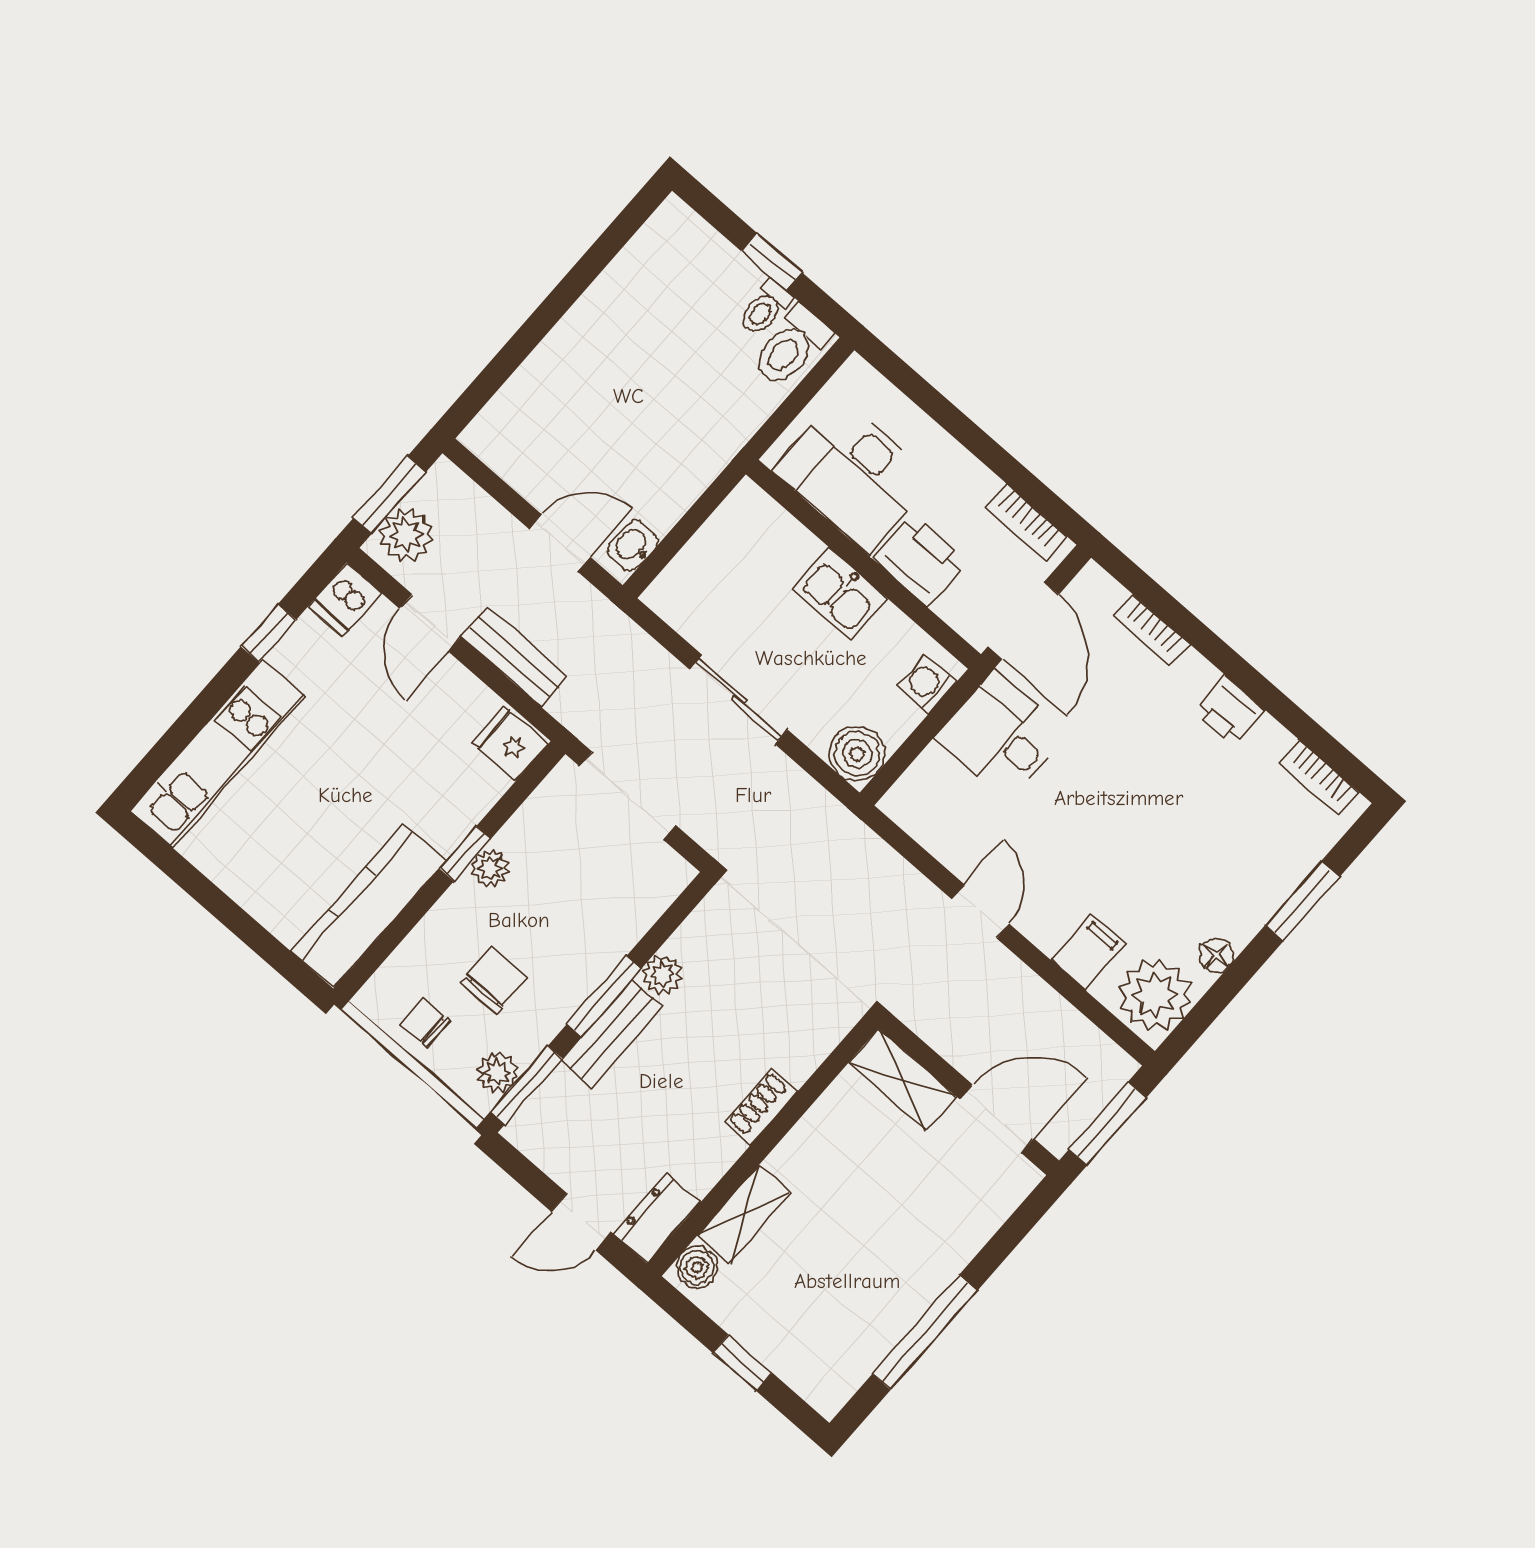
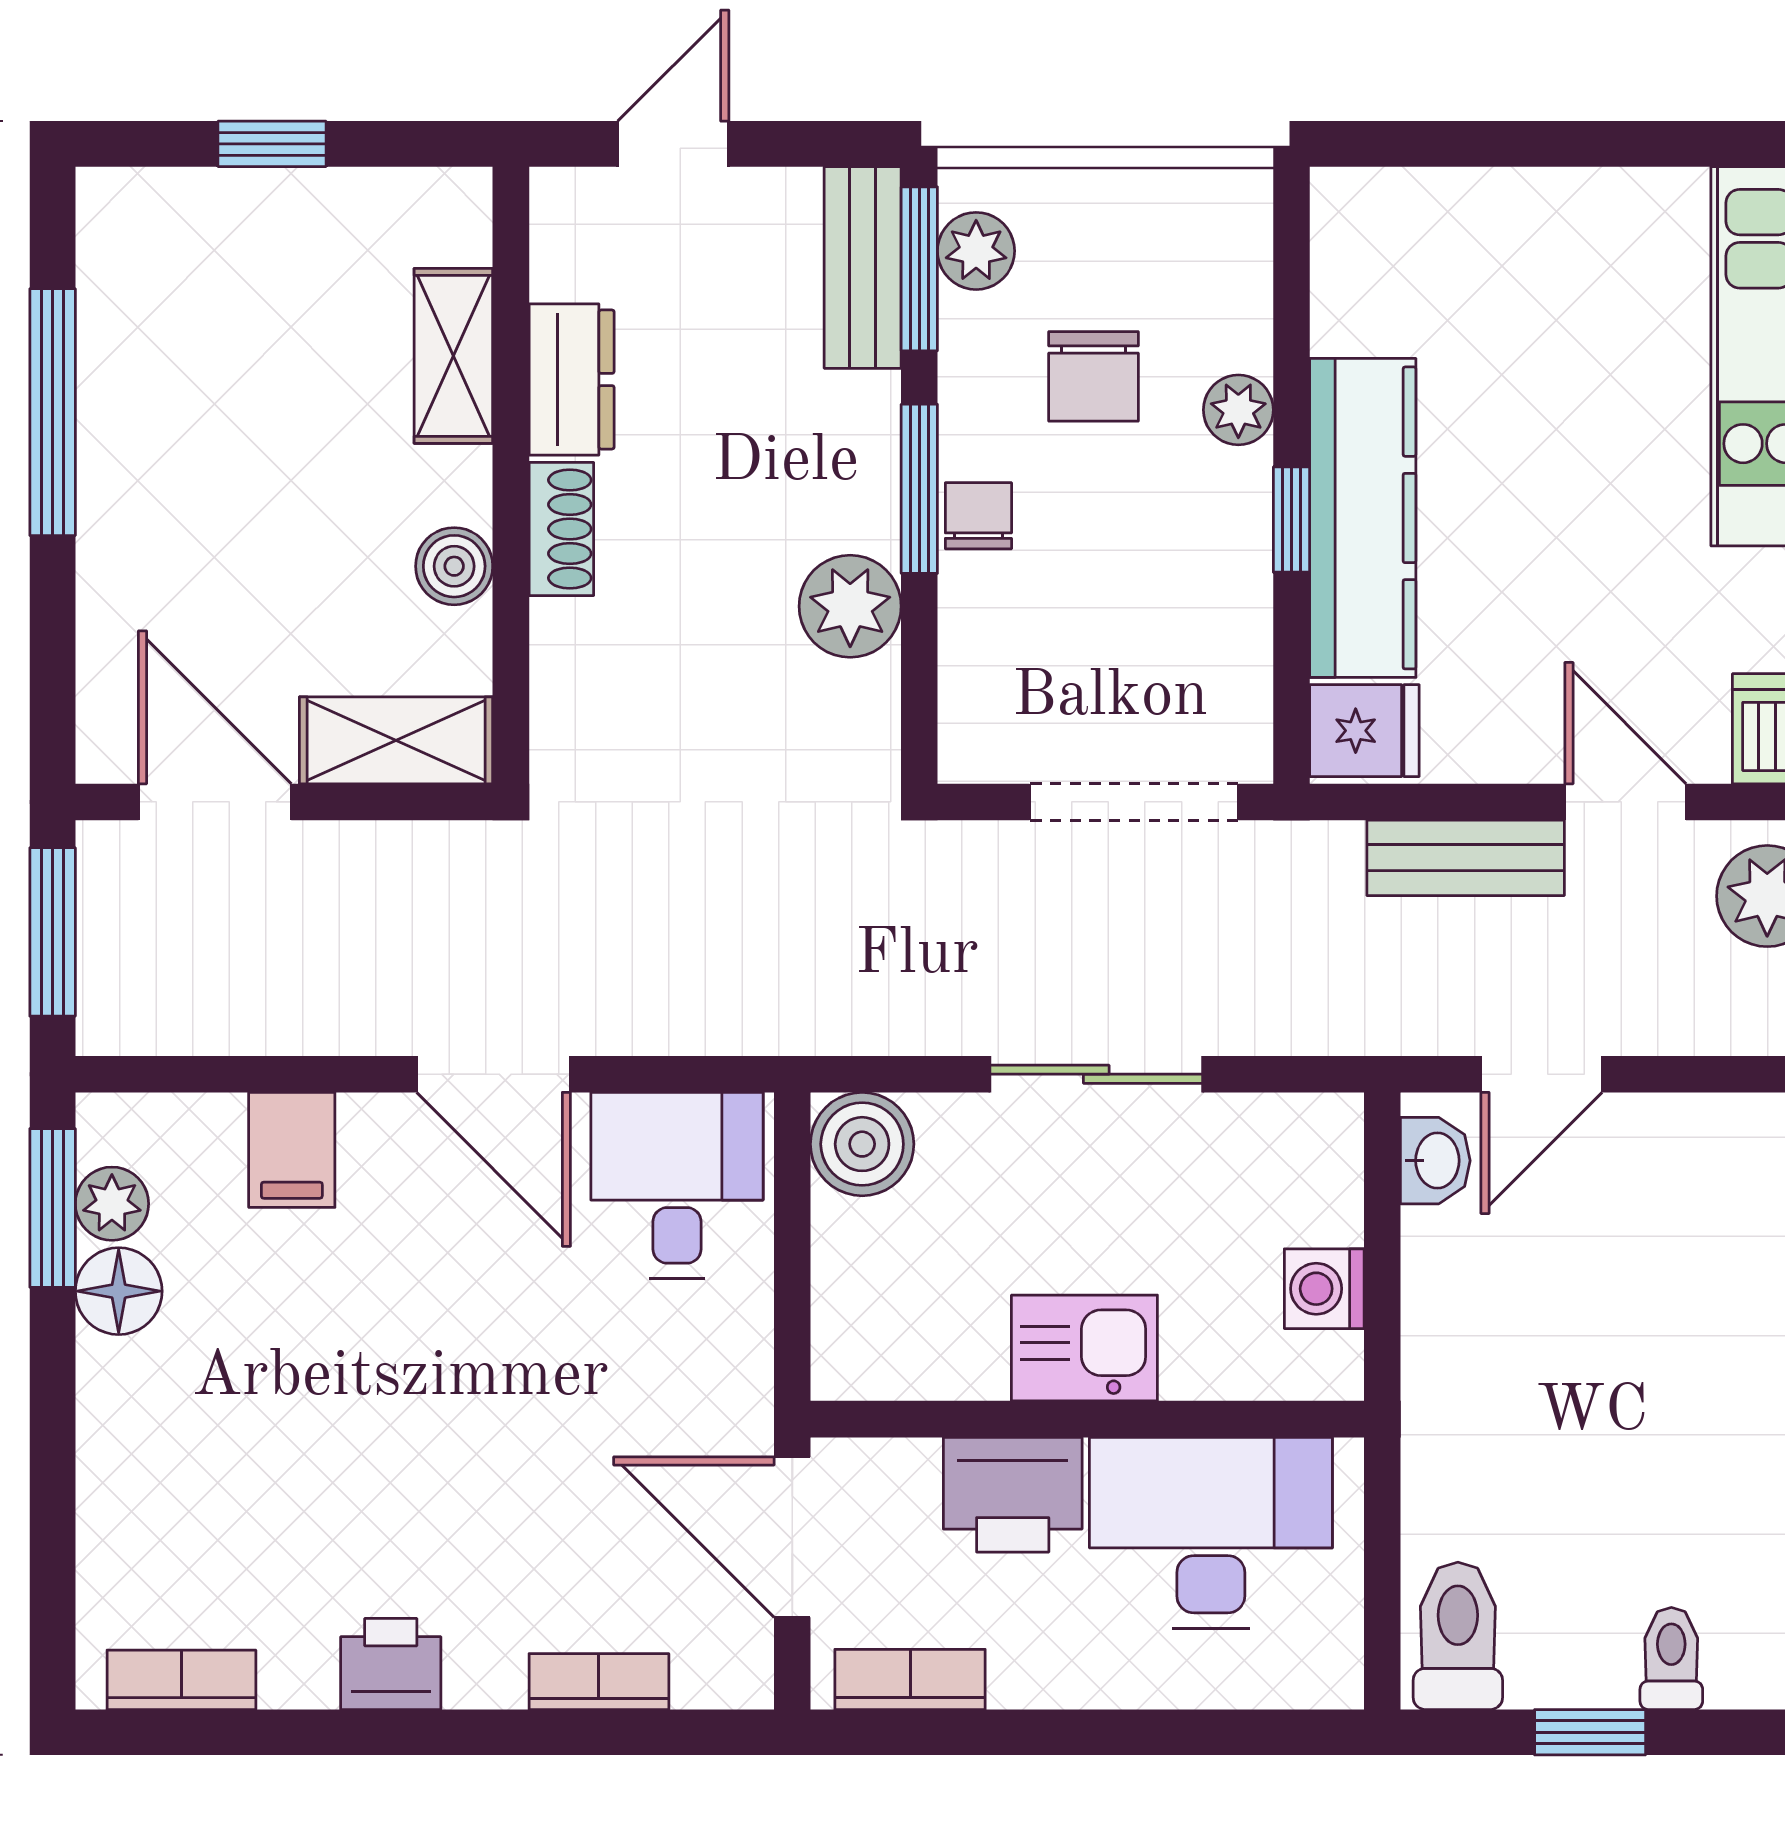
toilet: (765, 308) -> (1671, 1658), moved
washing machine: (927, 684) -> (1324, 1289), moved, turned 180
desk: (1001, 736) -> (677, 1185), moved, turned -90
plant: (490, 868) -> (1238, 410), moved
window: (1302, 901) -> (53, 1208), moved
kitchen counter: (368, 906) -> (1363, 518), moved
door: (981, 911) -> (494, 1074), width x1.38
floor lamp: (1216, 955) -> (119, 1291), width x1.37, depth x1.37
plant: (662, 975) -> (850, 606), width x1.38, depth x1.38
plant: (1155, 995) -> (112, 1204), width x0.53, depth x0.53
chair: (426, 1023) -> (978, 516), moved, turned -90
bench: (612, 1033) -> (863, 267), moved
door: (997, 1119) -> (215, 802), swing flipped
dresser: (657, 1218) -> (572, 379), moved
boiler: (697, 1267) -> (454, 566), moved

